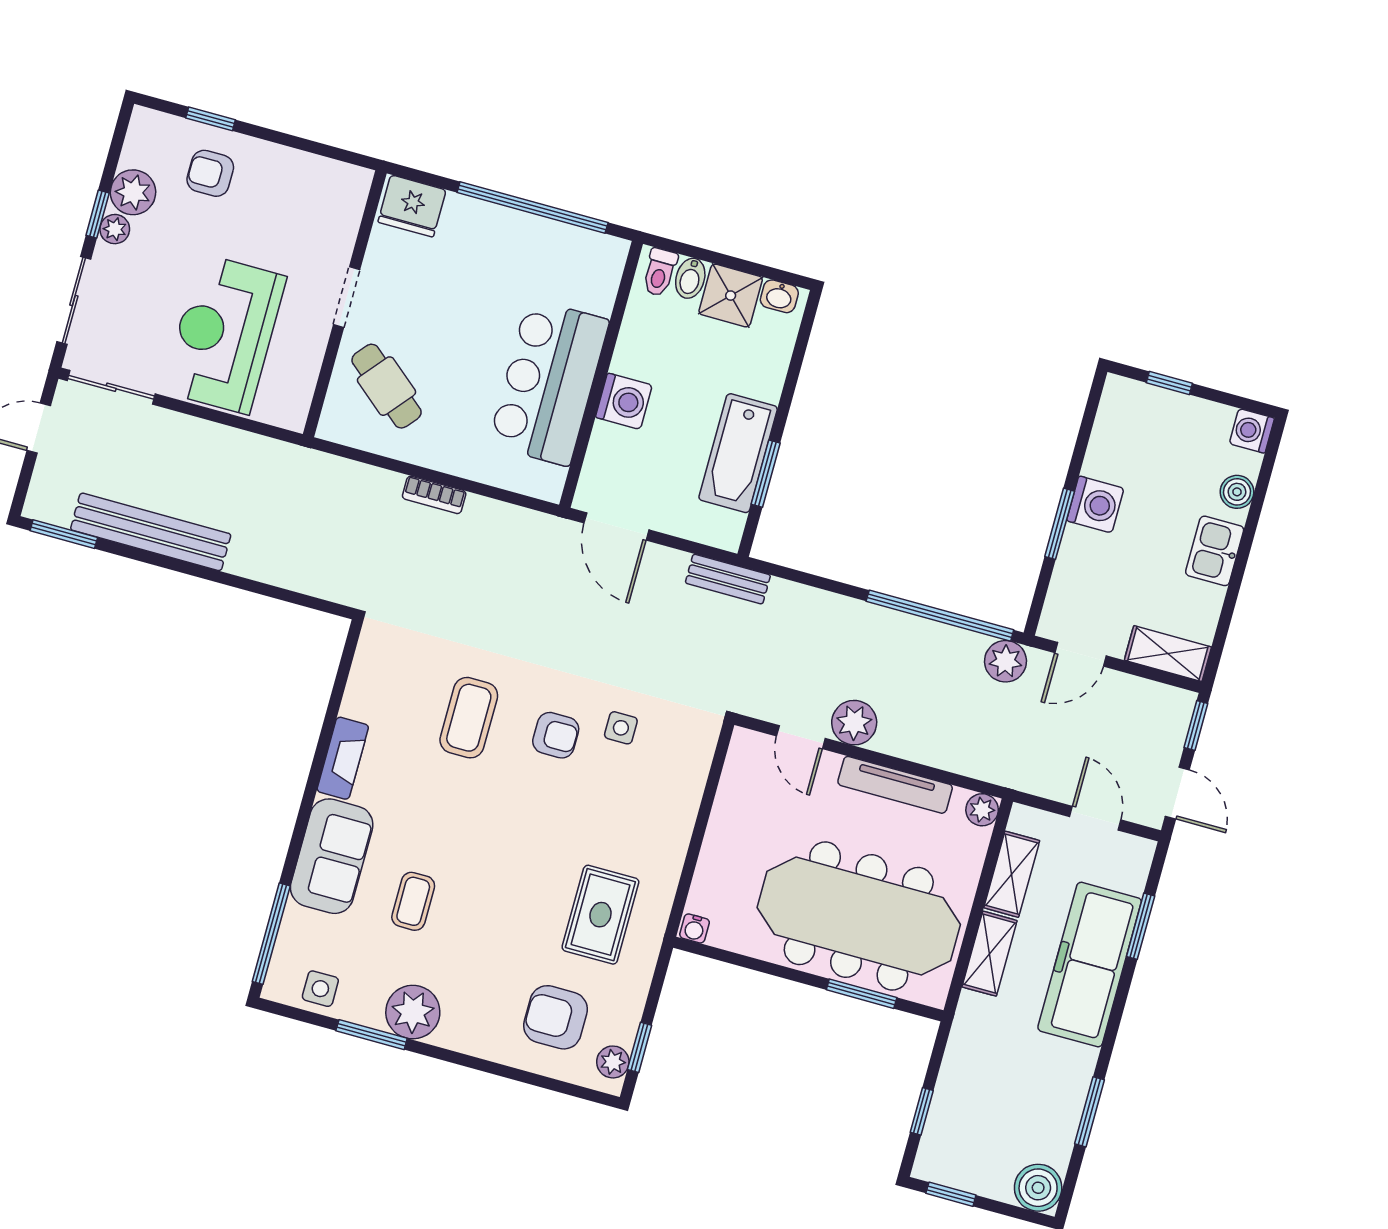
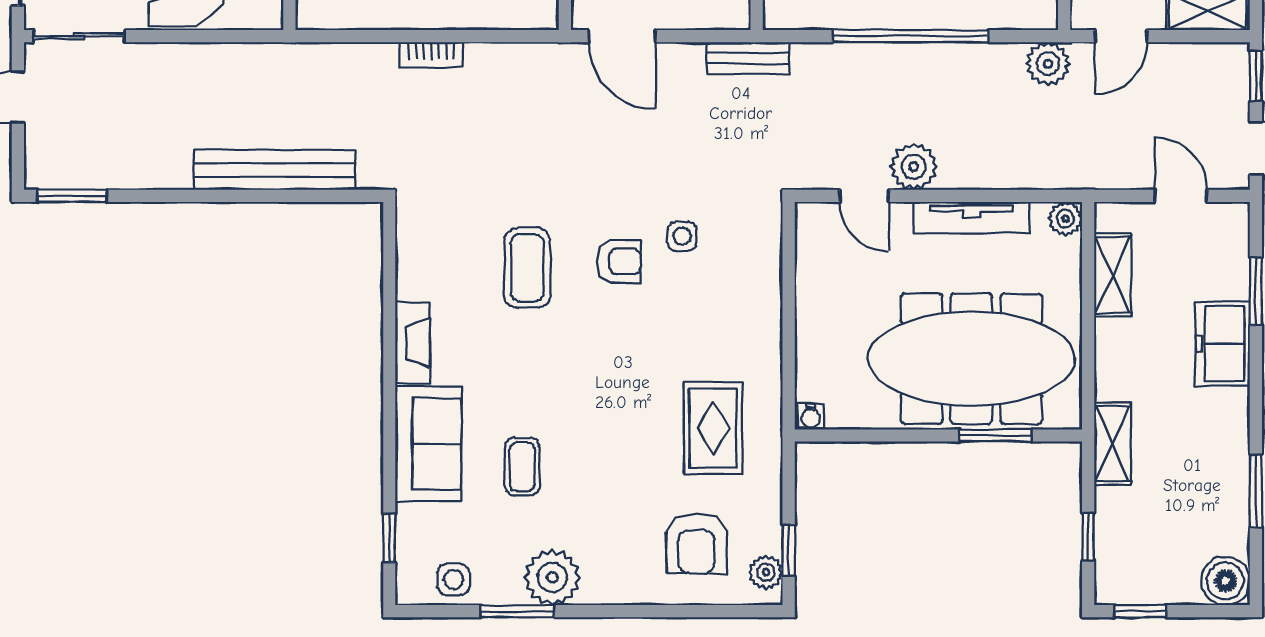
bench: (151, 532) -> (274, 170), moved
window: (940, 616) -> (910, 36), moved
window: (271, 934) -> (389, 538), width x0.46
shelving: (990, 954) -> (1112, 444), moved
freezer: (1090, 965) -> (1223, 344), width x0.52, depth x0.79
armchair: (556, 1017) -> (696, 543), turned -90

